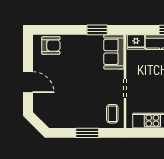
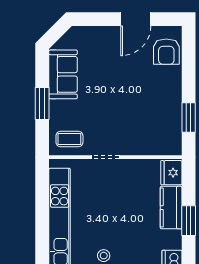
sofa: (114, 52) -> (63, 74), moved, turned 90
door: (28, 82) -> (136, 19), moved

